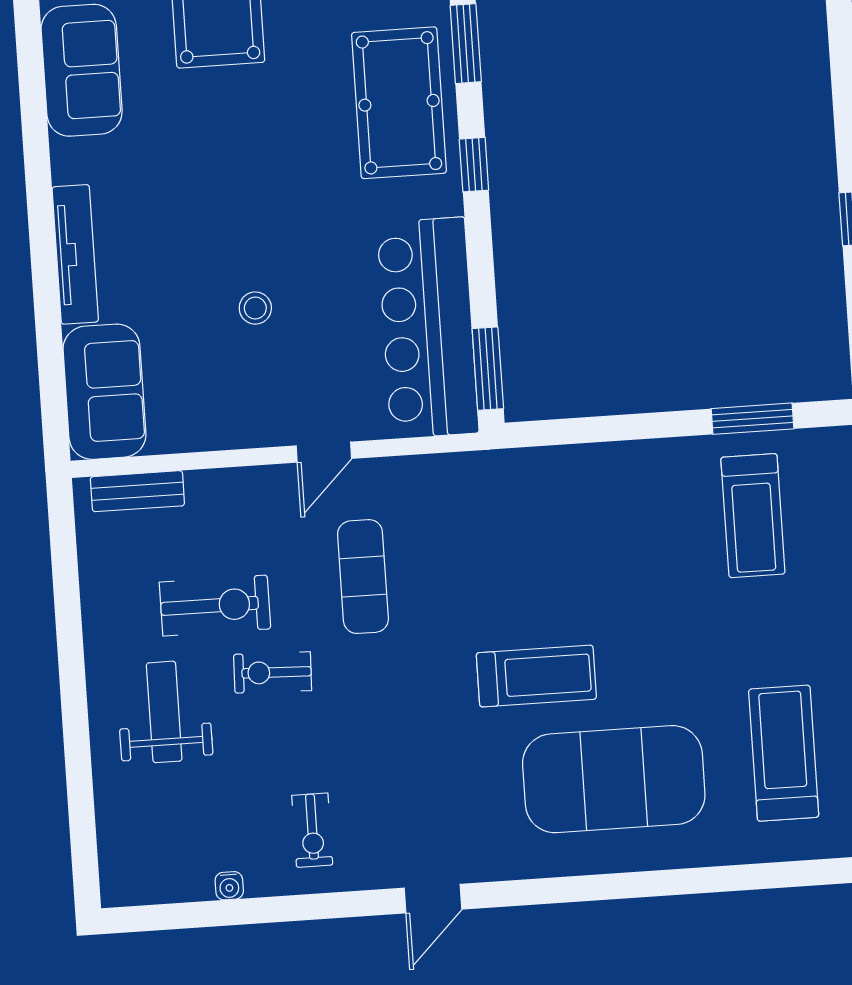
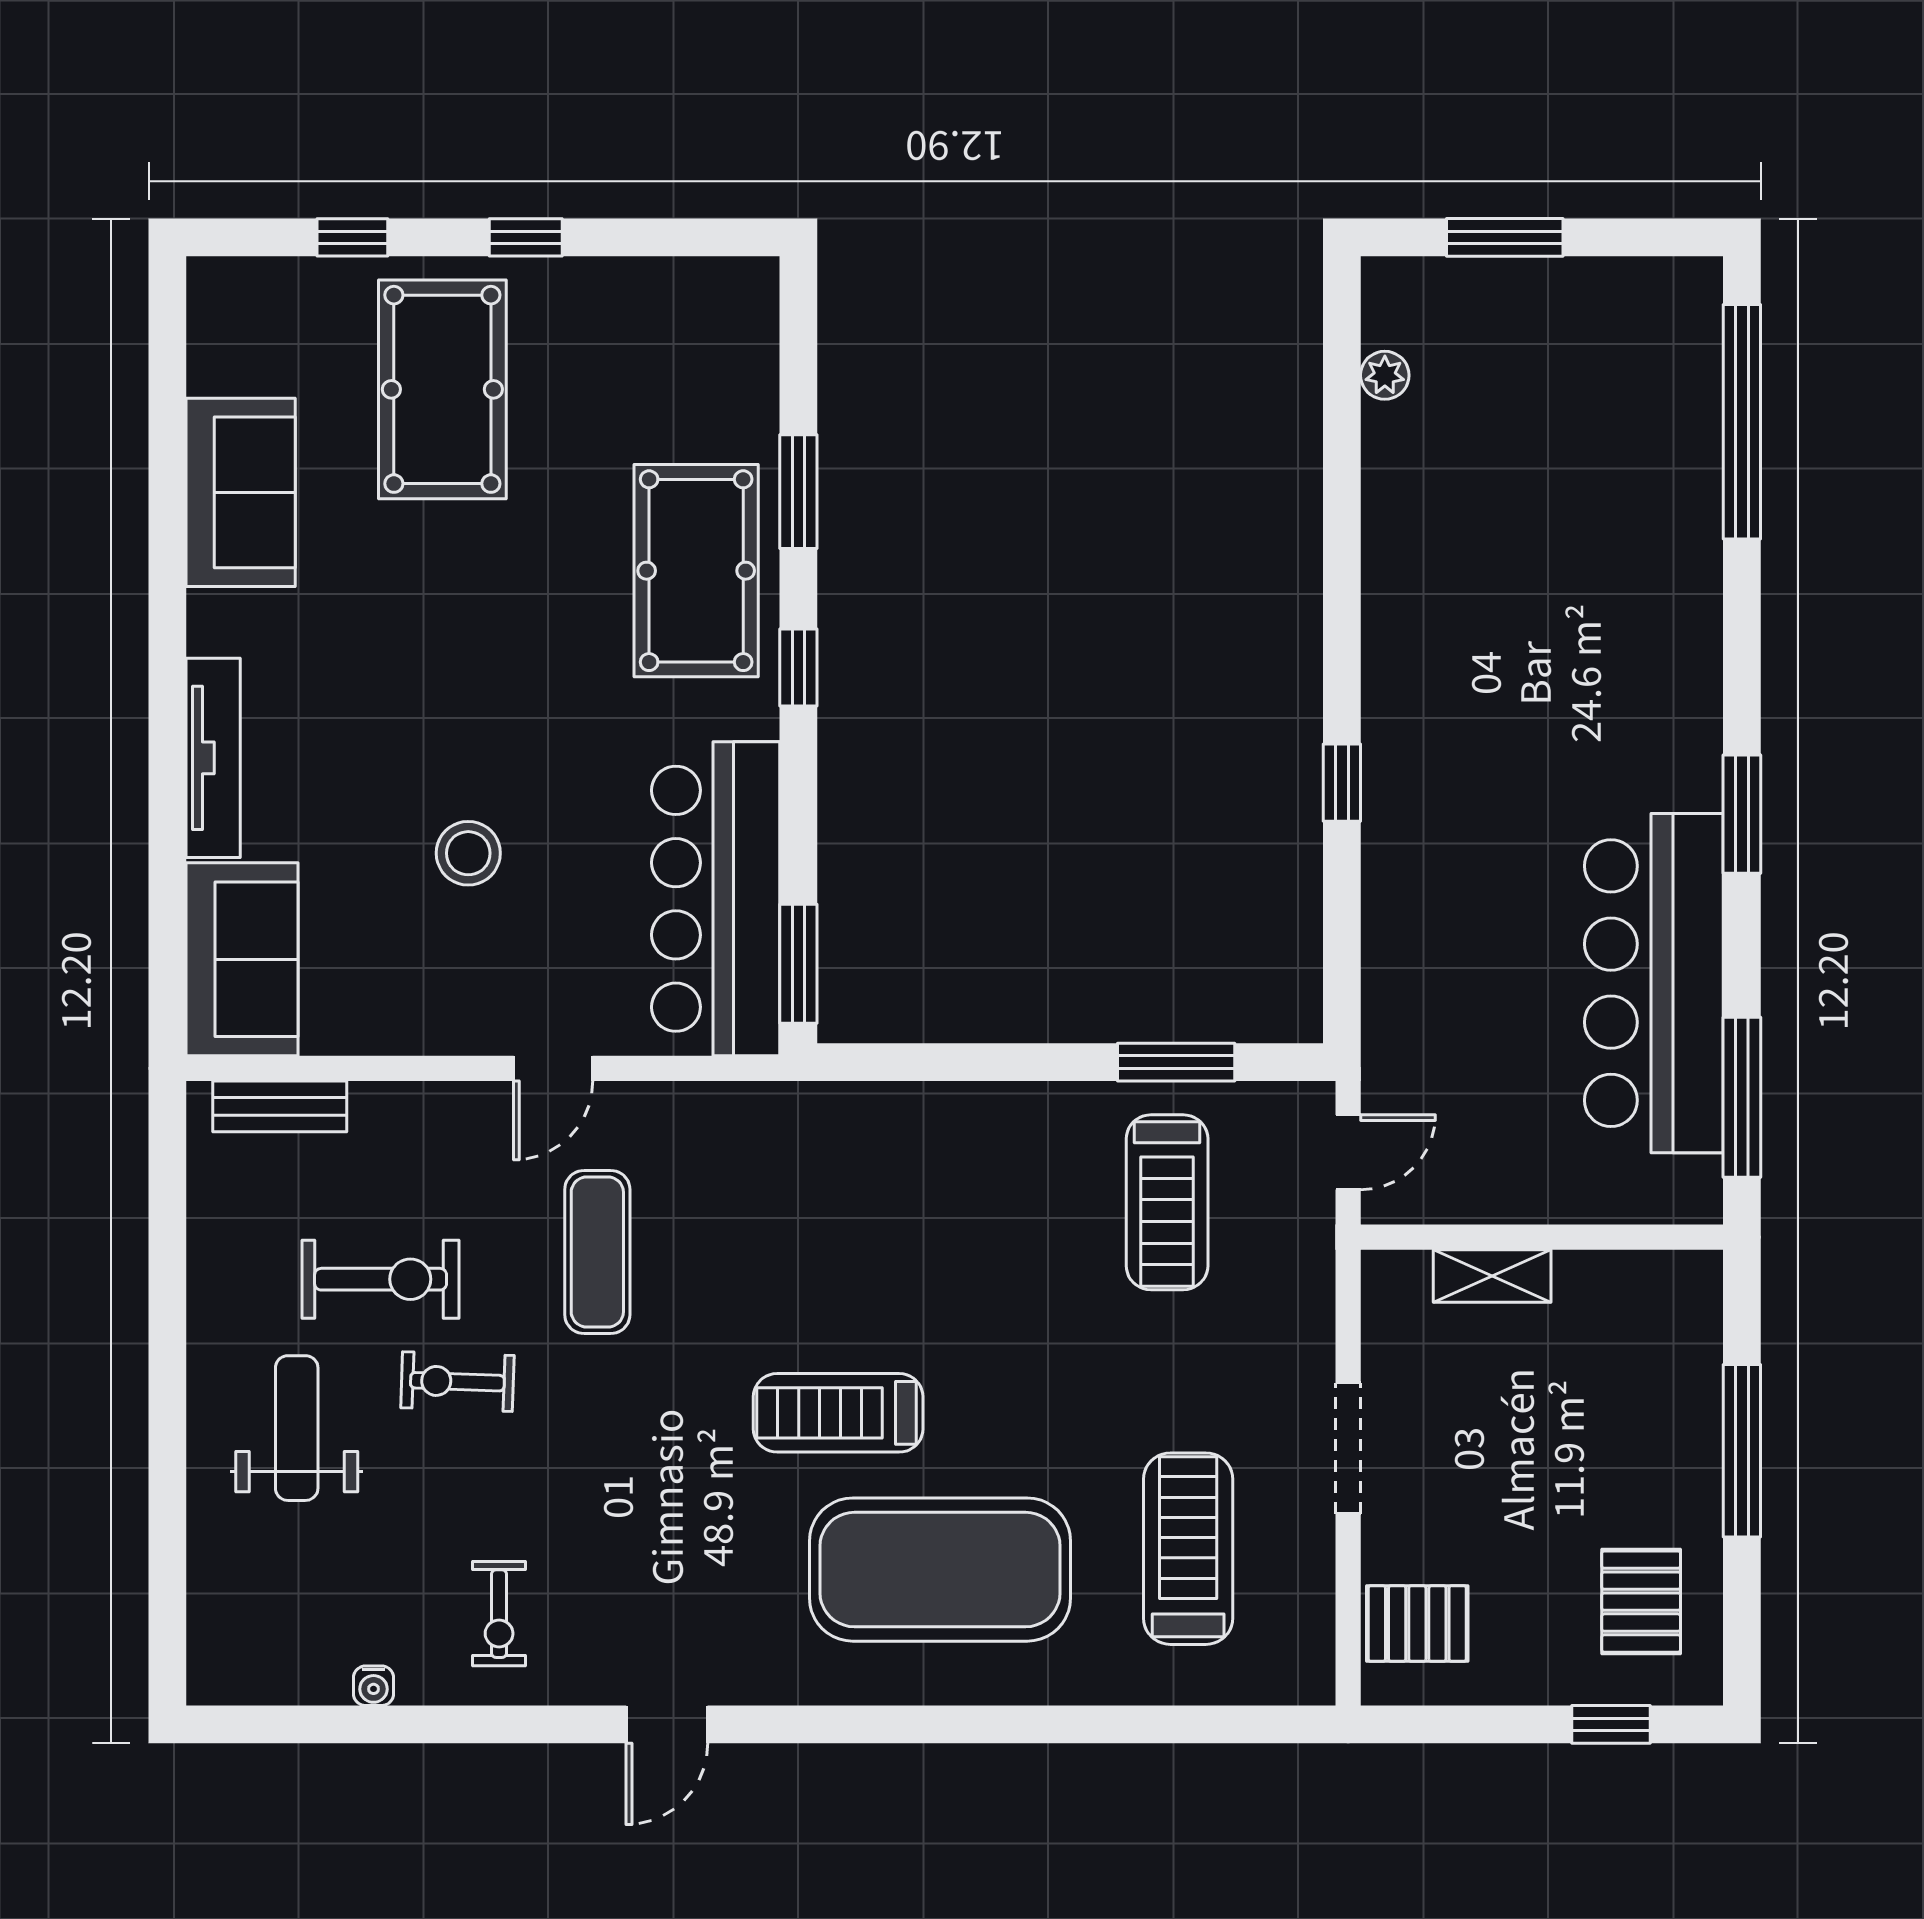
stool: (255, 308) -> (468, 853), width x1.37, depth x1.37
treadmill: (536, 676) -> (838, 1413), turned 180

